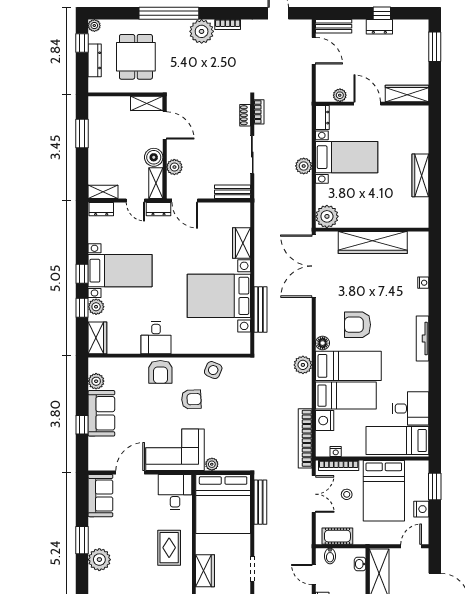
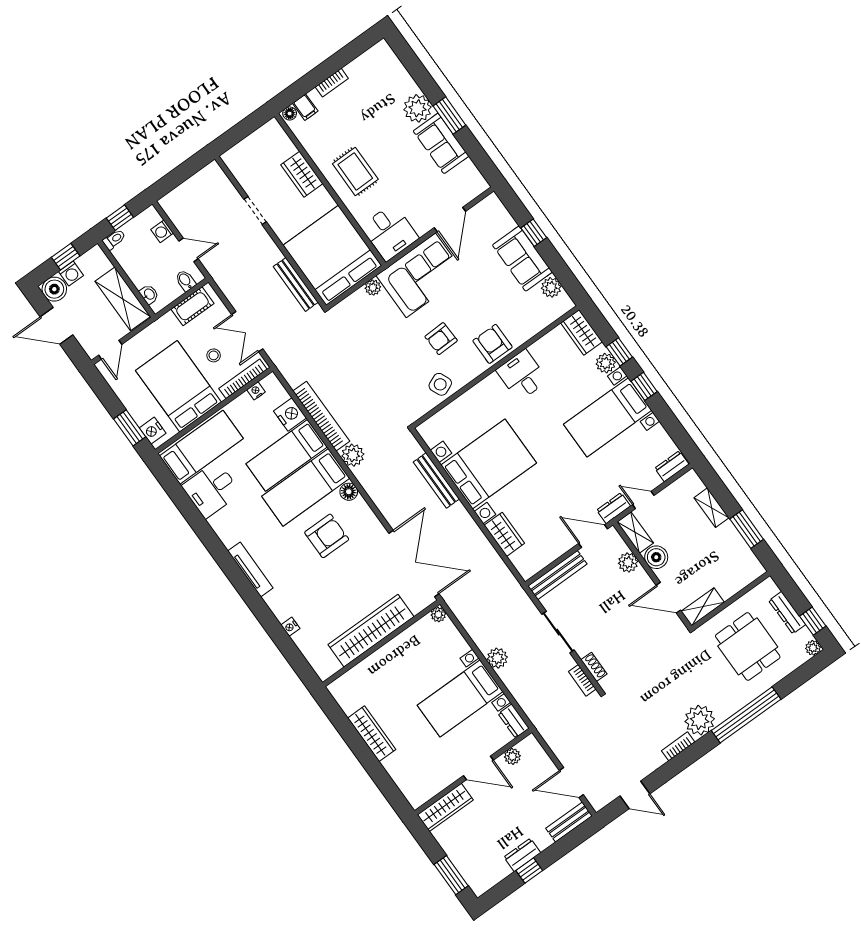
shelving: (103, 192) -> (711, 508), moved, turned 90
bench: (233, 192) -> (557, 575), width x1.36
plant: (327, 216) -> (438, 614), width x0.53, depth x0.53
side table: (213, 370) -> (440, 384), turned 45
bookcase: (305, 438) -> (321, 416), moved
sofa: (100, 496) -> (441, 143), moved
nightstand: (421, 509) -> (153, 431), moved

